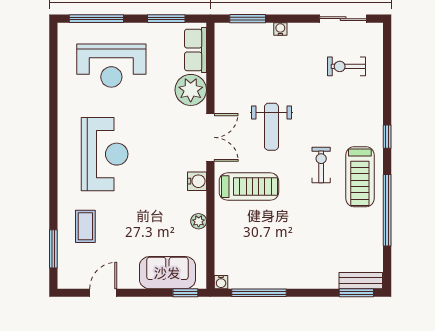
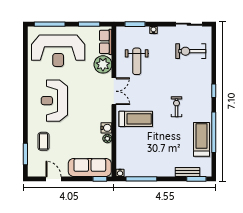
reception desk: (111, 66) -> (58, 51), width x1.36, depth x1.30
exercise bike: (346, 66) -> (191, 51), width x1.38, depth x1.39
weight bench: (271, 127) -> (137, 61), moved
reception desk: (105, 154) -> (54, 101), turned 180
treadmill: (360, 177) -> (201, 139), moved, turned 180
water cooler: (197, 181) -> (106, 128), moved
sofa: (167, 273) -> (90, 167), width x1.36
bench: (361, 281) -> (188, 172), moved
door: (103, 293) -> (54, 179), hinge flipped

